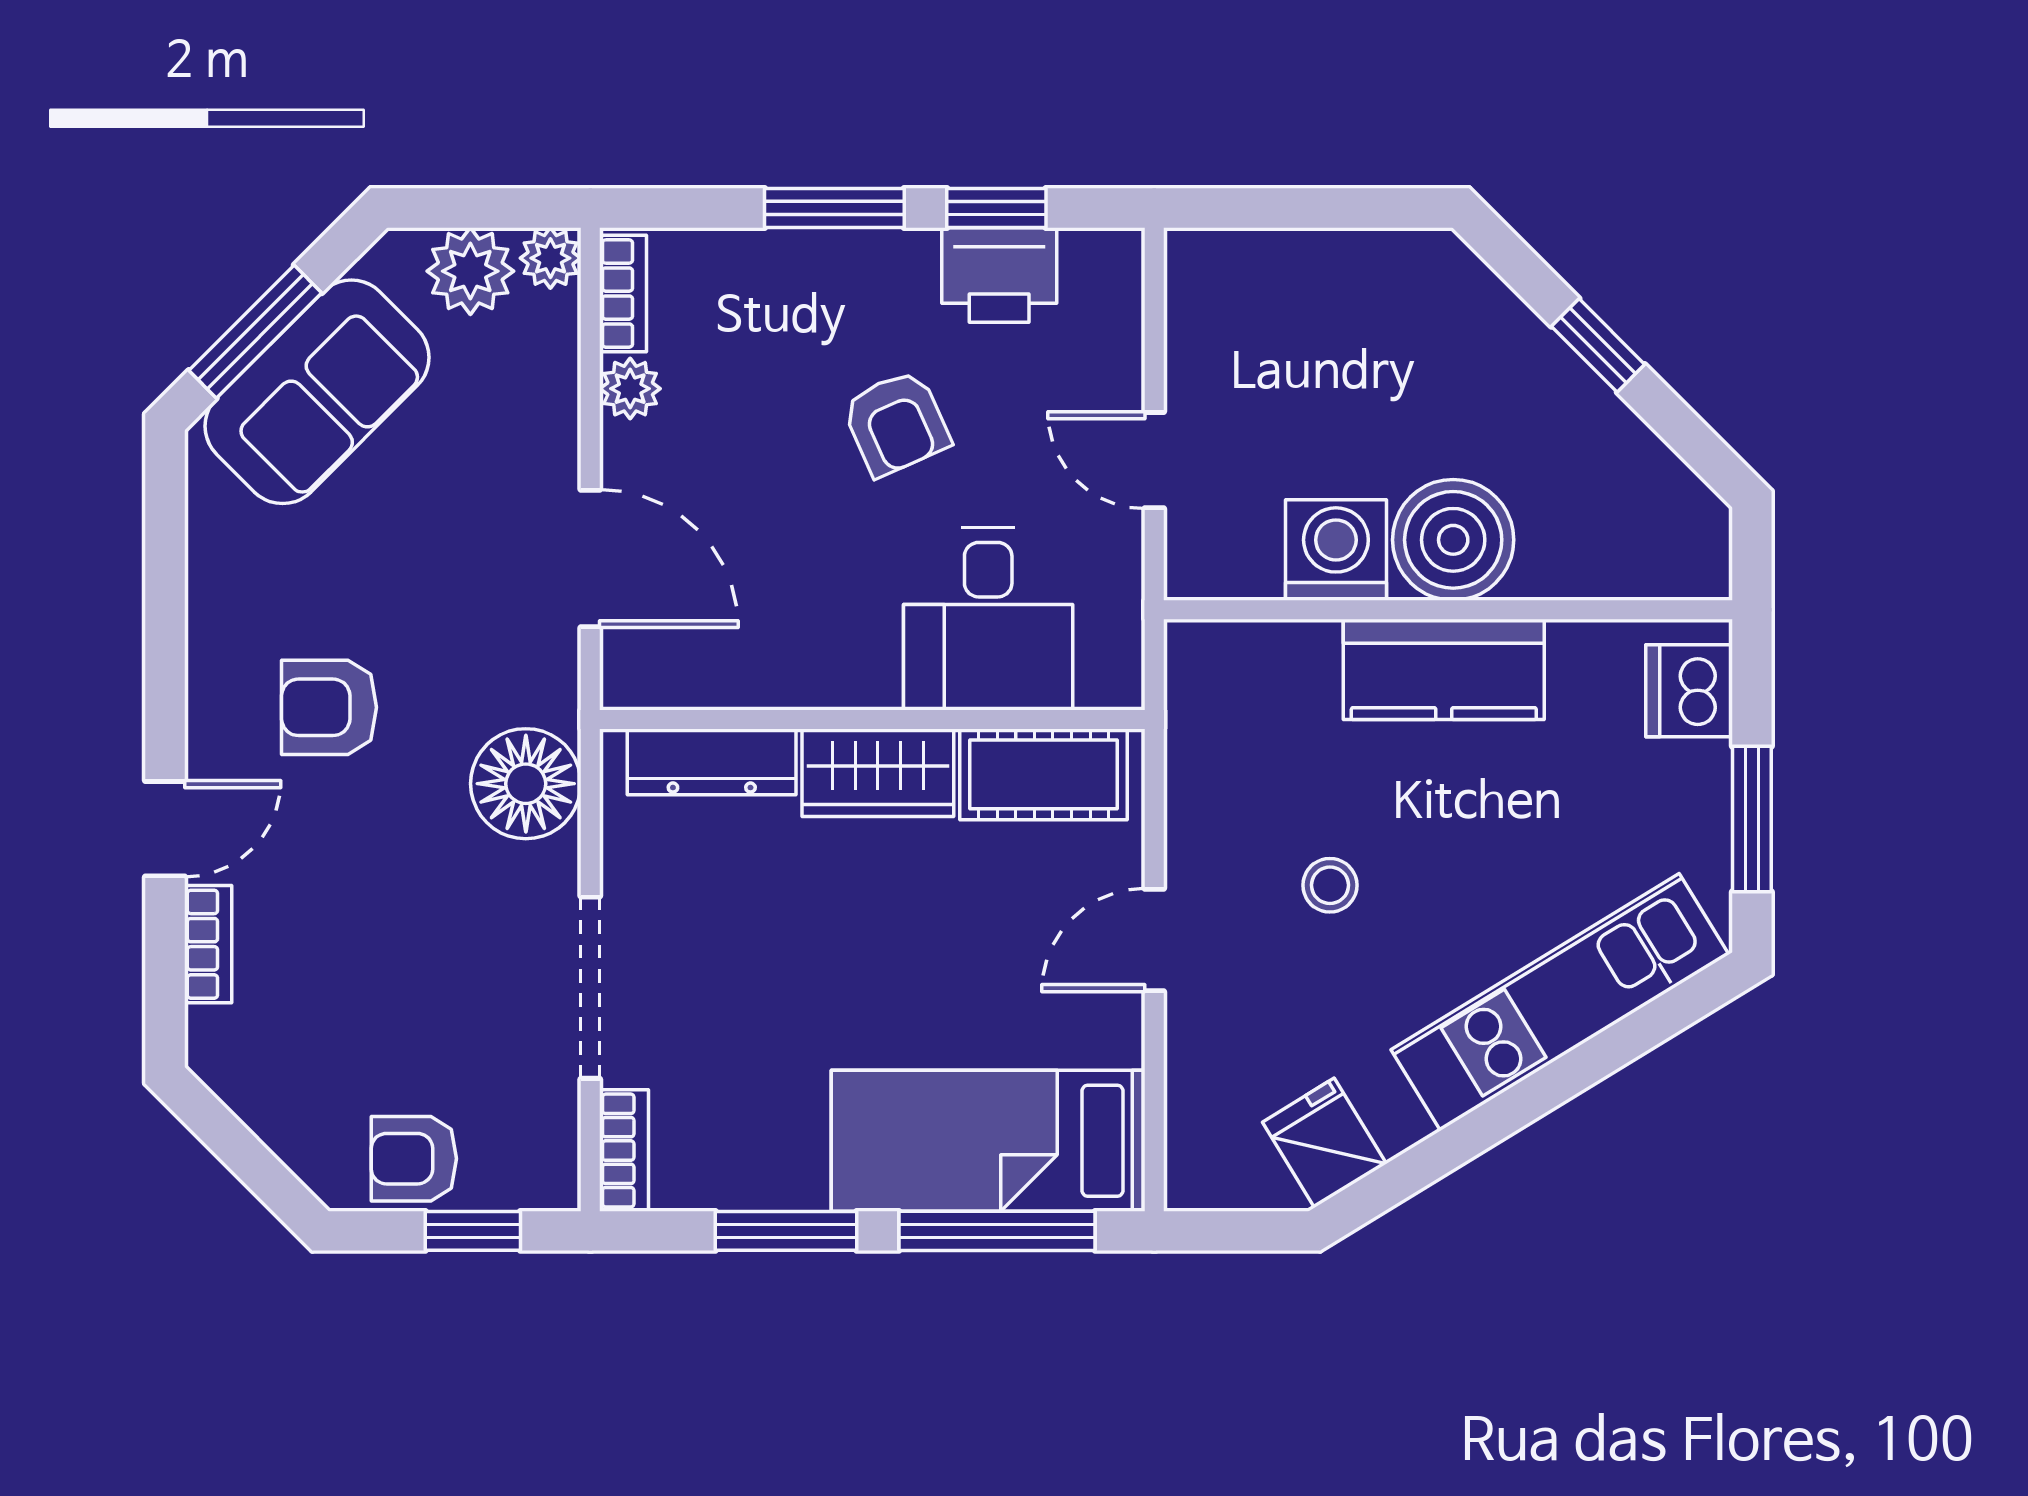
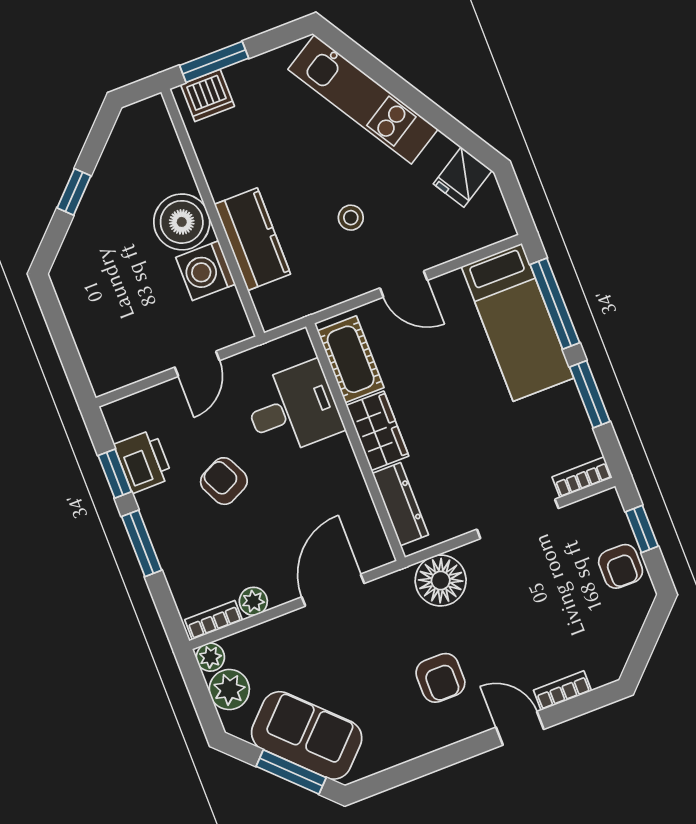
armchair: (896, 423) -> (224, 481), turned -92
kitchen counter: (1444, 669) -> (252, 239), moved
window: (1752, 819) -> (214, 62), moved

